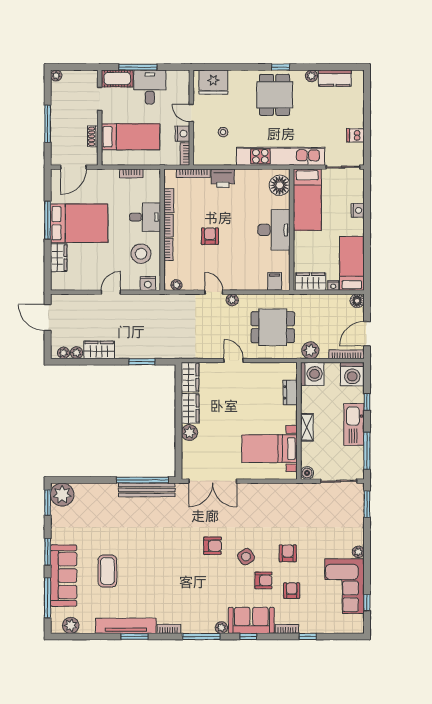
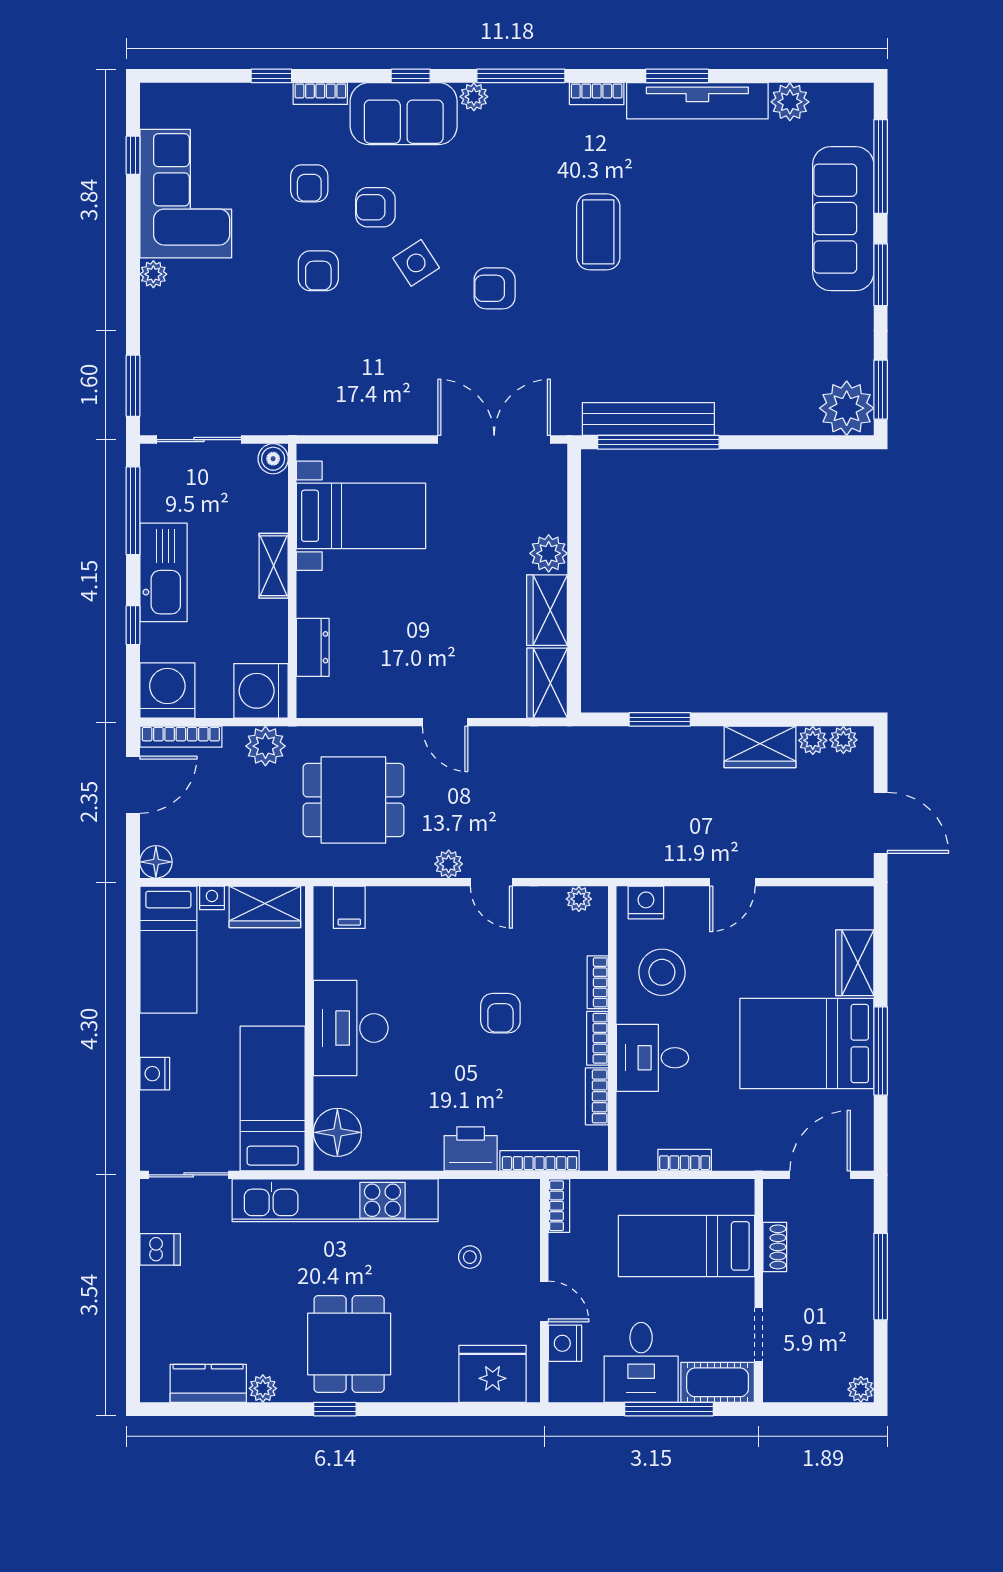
nightstand: (182, 134) -> (565, 1343), moved
coffee table: (107, 571) -> (598, 232), moved
plant: (71, 625) -> (790, 102), moved

